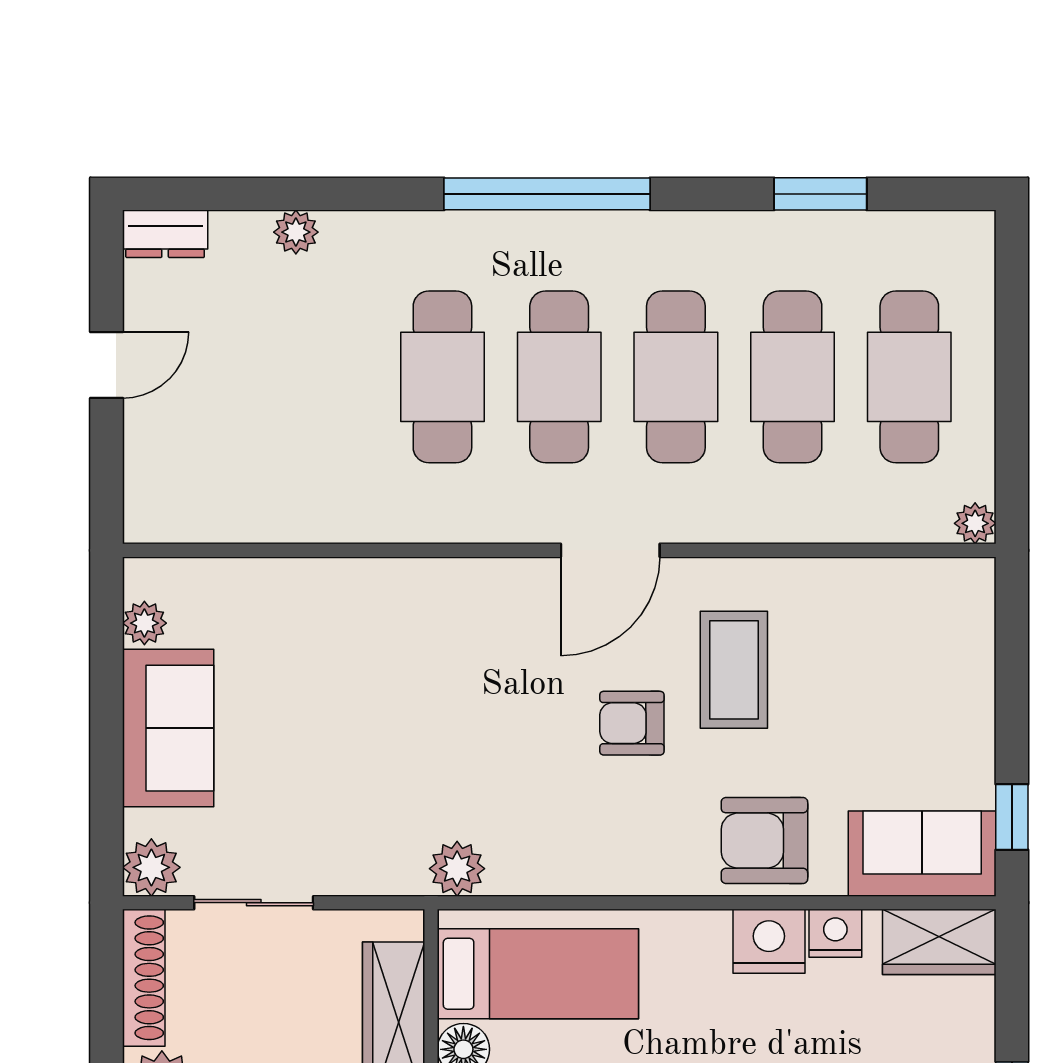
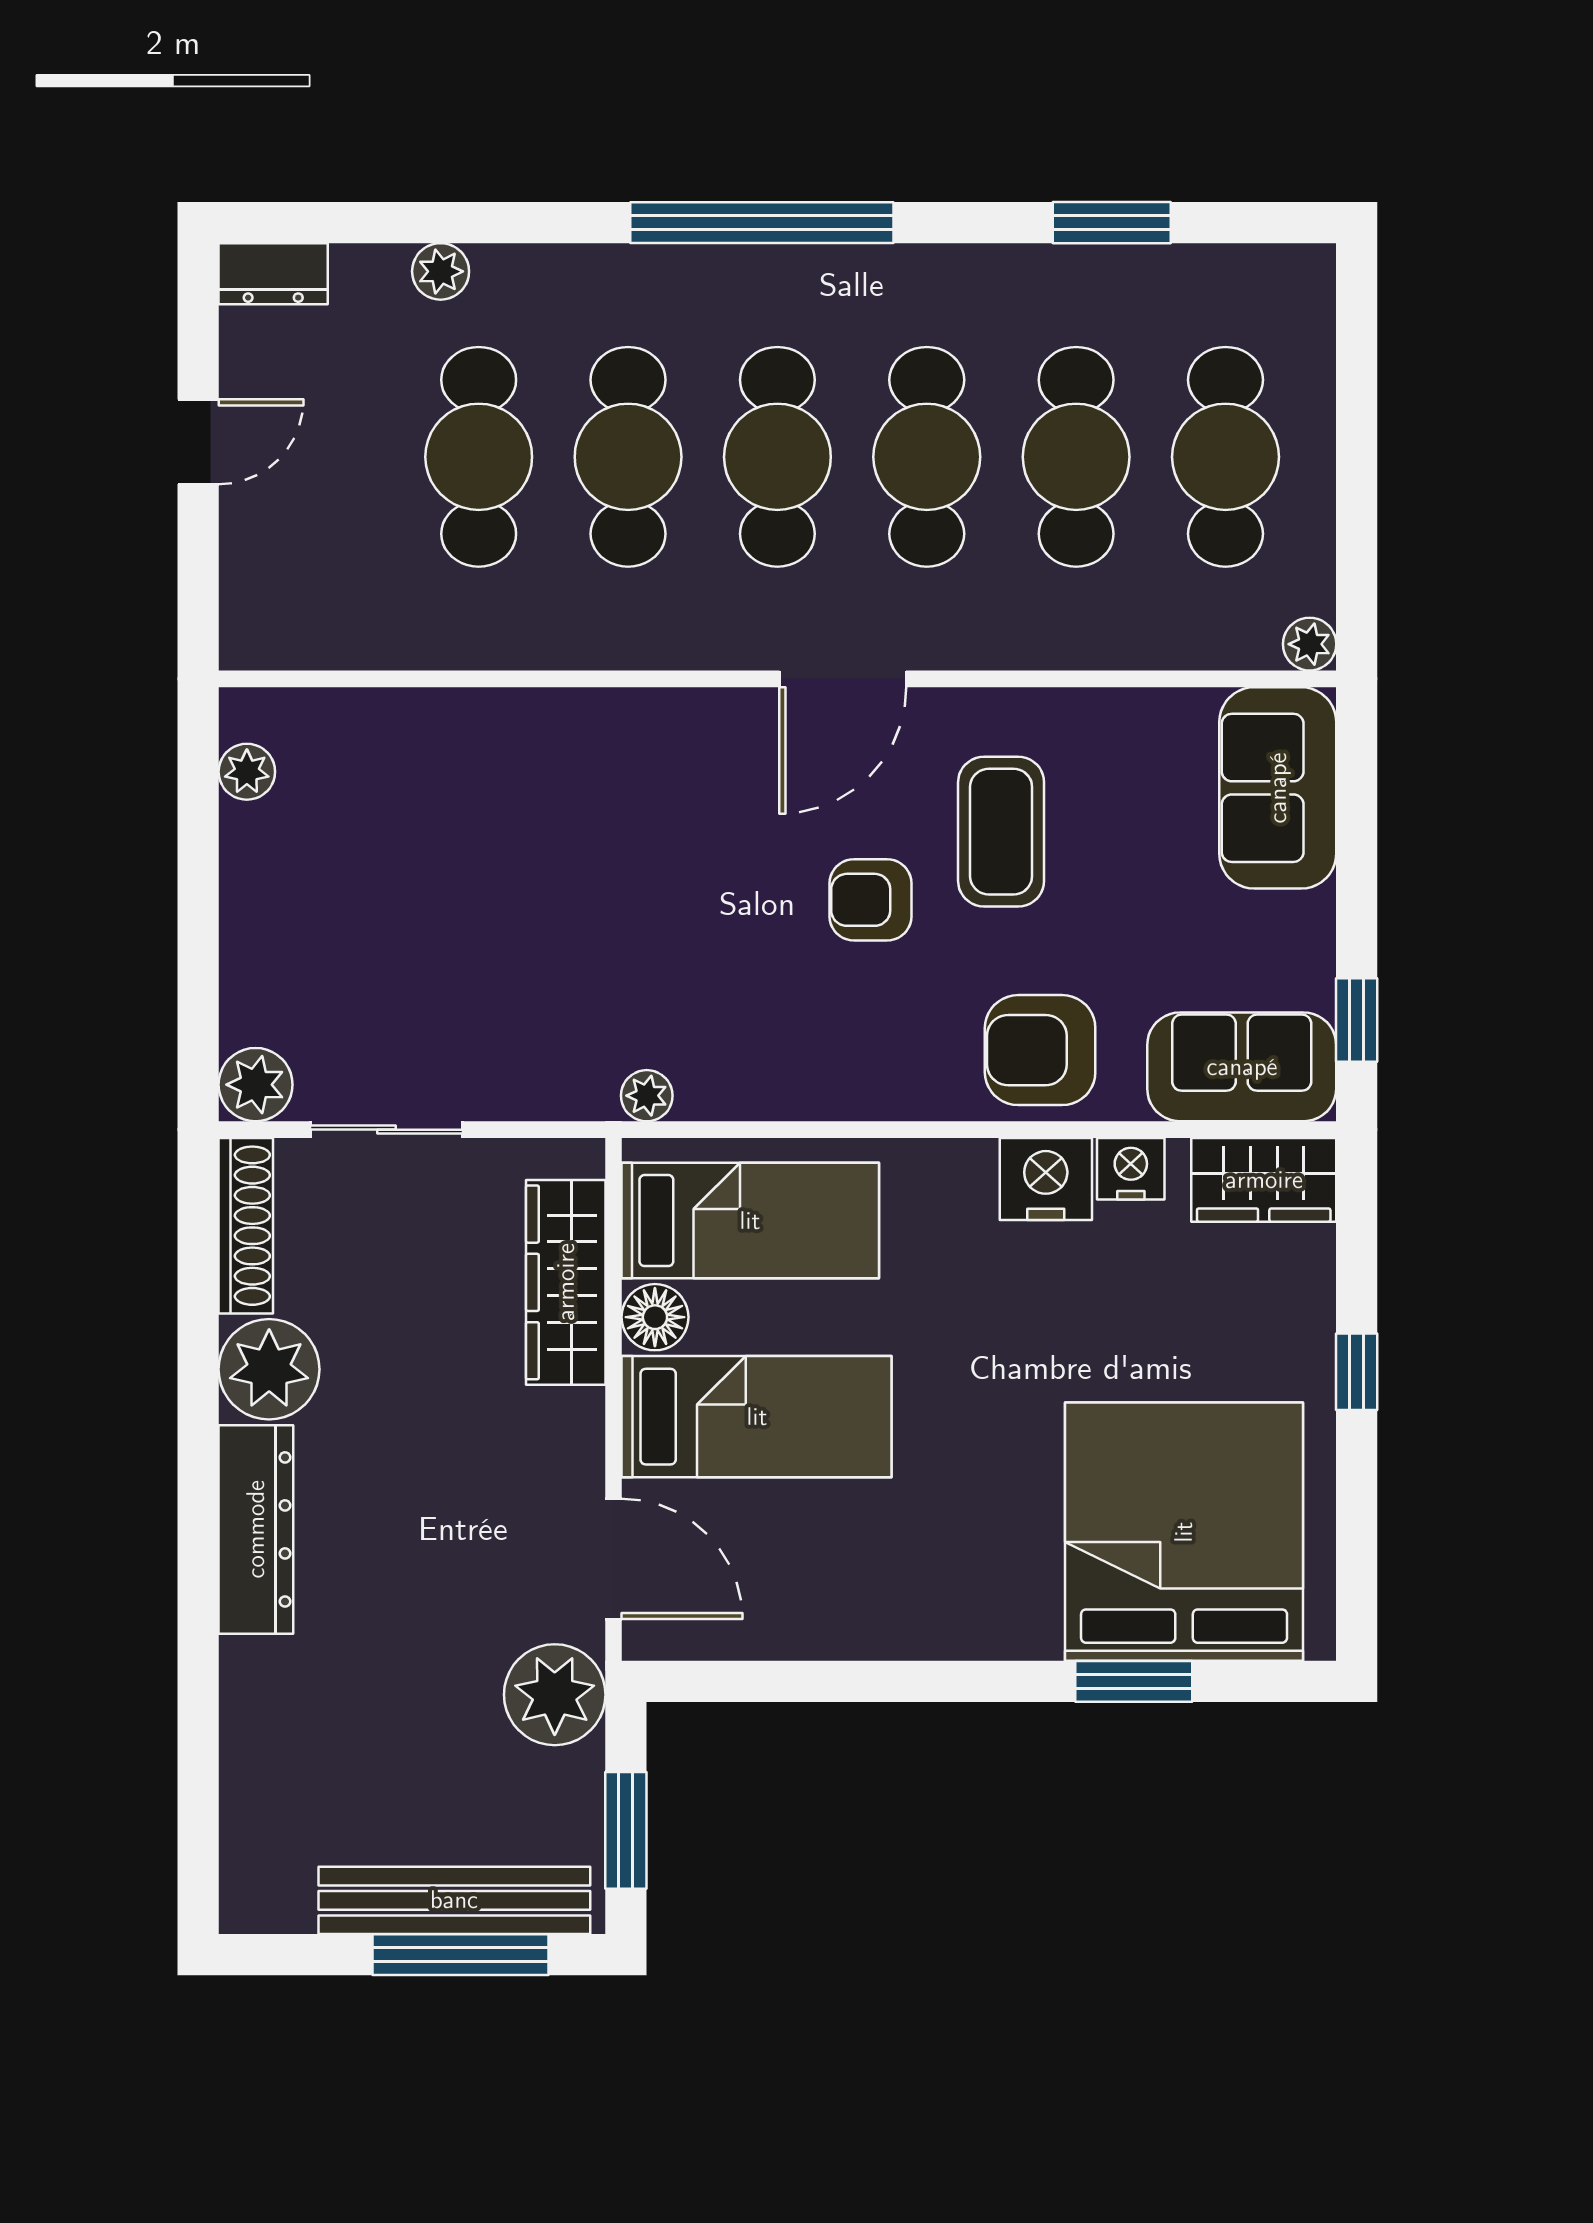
cafe table: (326, 377) -> (479, 457), added
sofa: (168, 728) -> (1278, 788), moved, turned 180
plant: (457, 869) -> (647, 1096), width x0.73, depth x0.73

